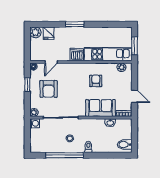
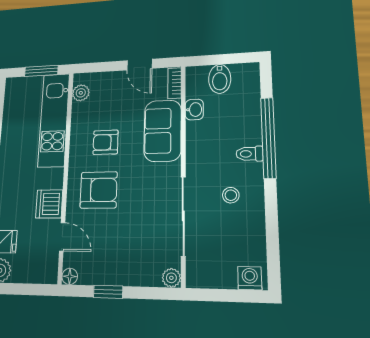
dishwasher: (77, 55) -> (49, 204), moved
armchair: (49, 89) -> (99, 190), moved
door: (134, 96) -> (140, 65), swing flipped
washing machine: (35, 123) -> (250, 278), moved
bidet: (125, 145) -> (220, 79), moved
window: (65, 155) -> (268, 138), moved

